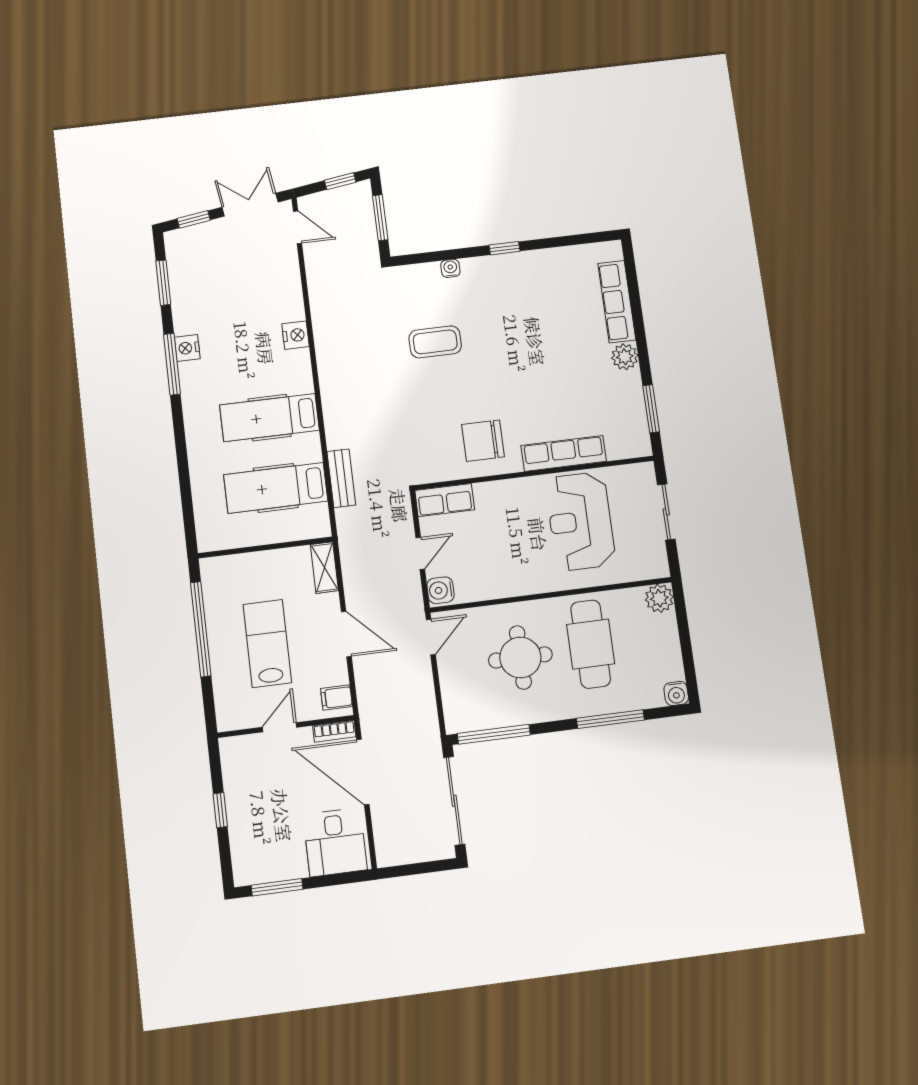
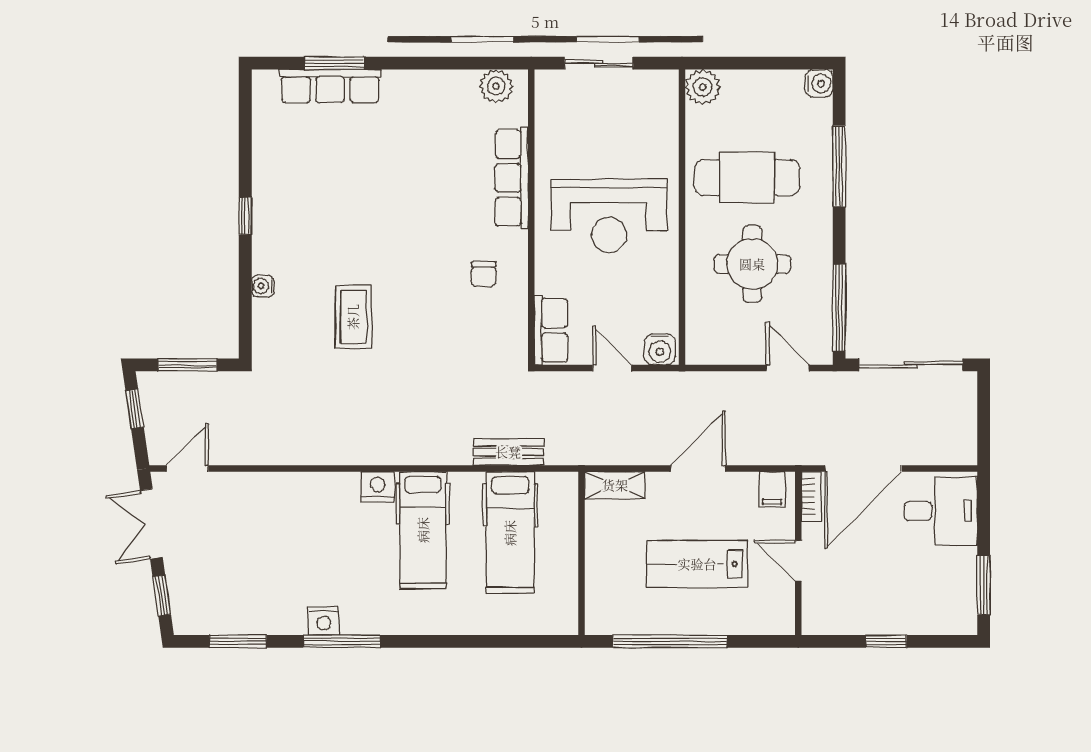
nightstand: (296, 335) -> (377, 487), moved
plant: (625, 357) -> (496, 86), moved
window: (651, 409) -> (334, 63), moved
chair: (483, 441) -> (484, 274), width x0.54, depth x0.54
reception desk: (580, 521) -> (609, 216), moved
door: (431, 637) -> (788, 368), moved

